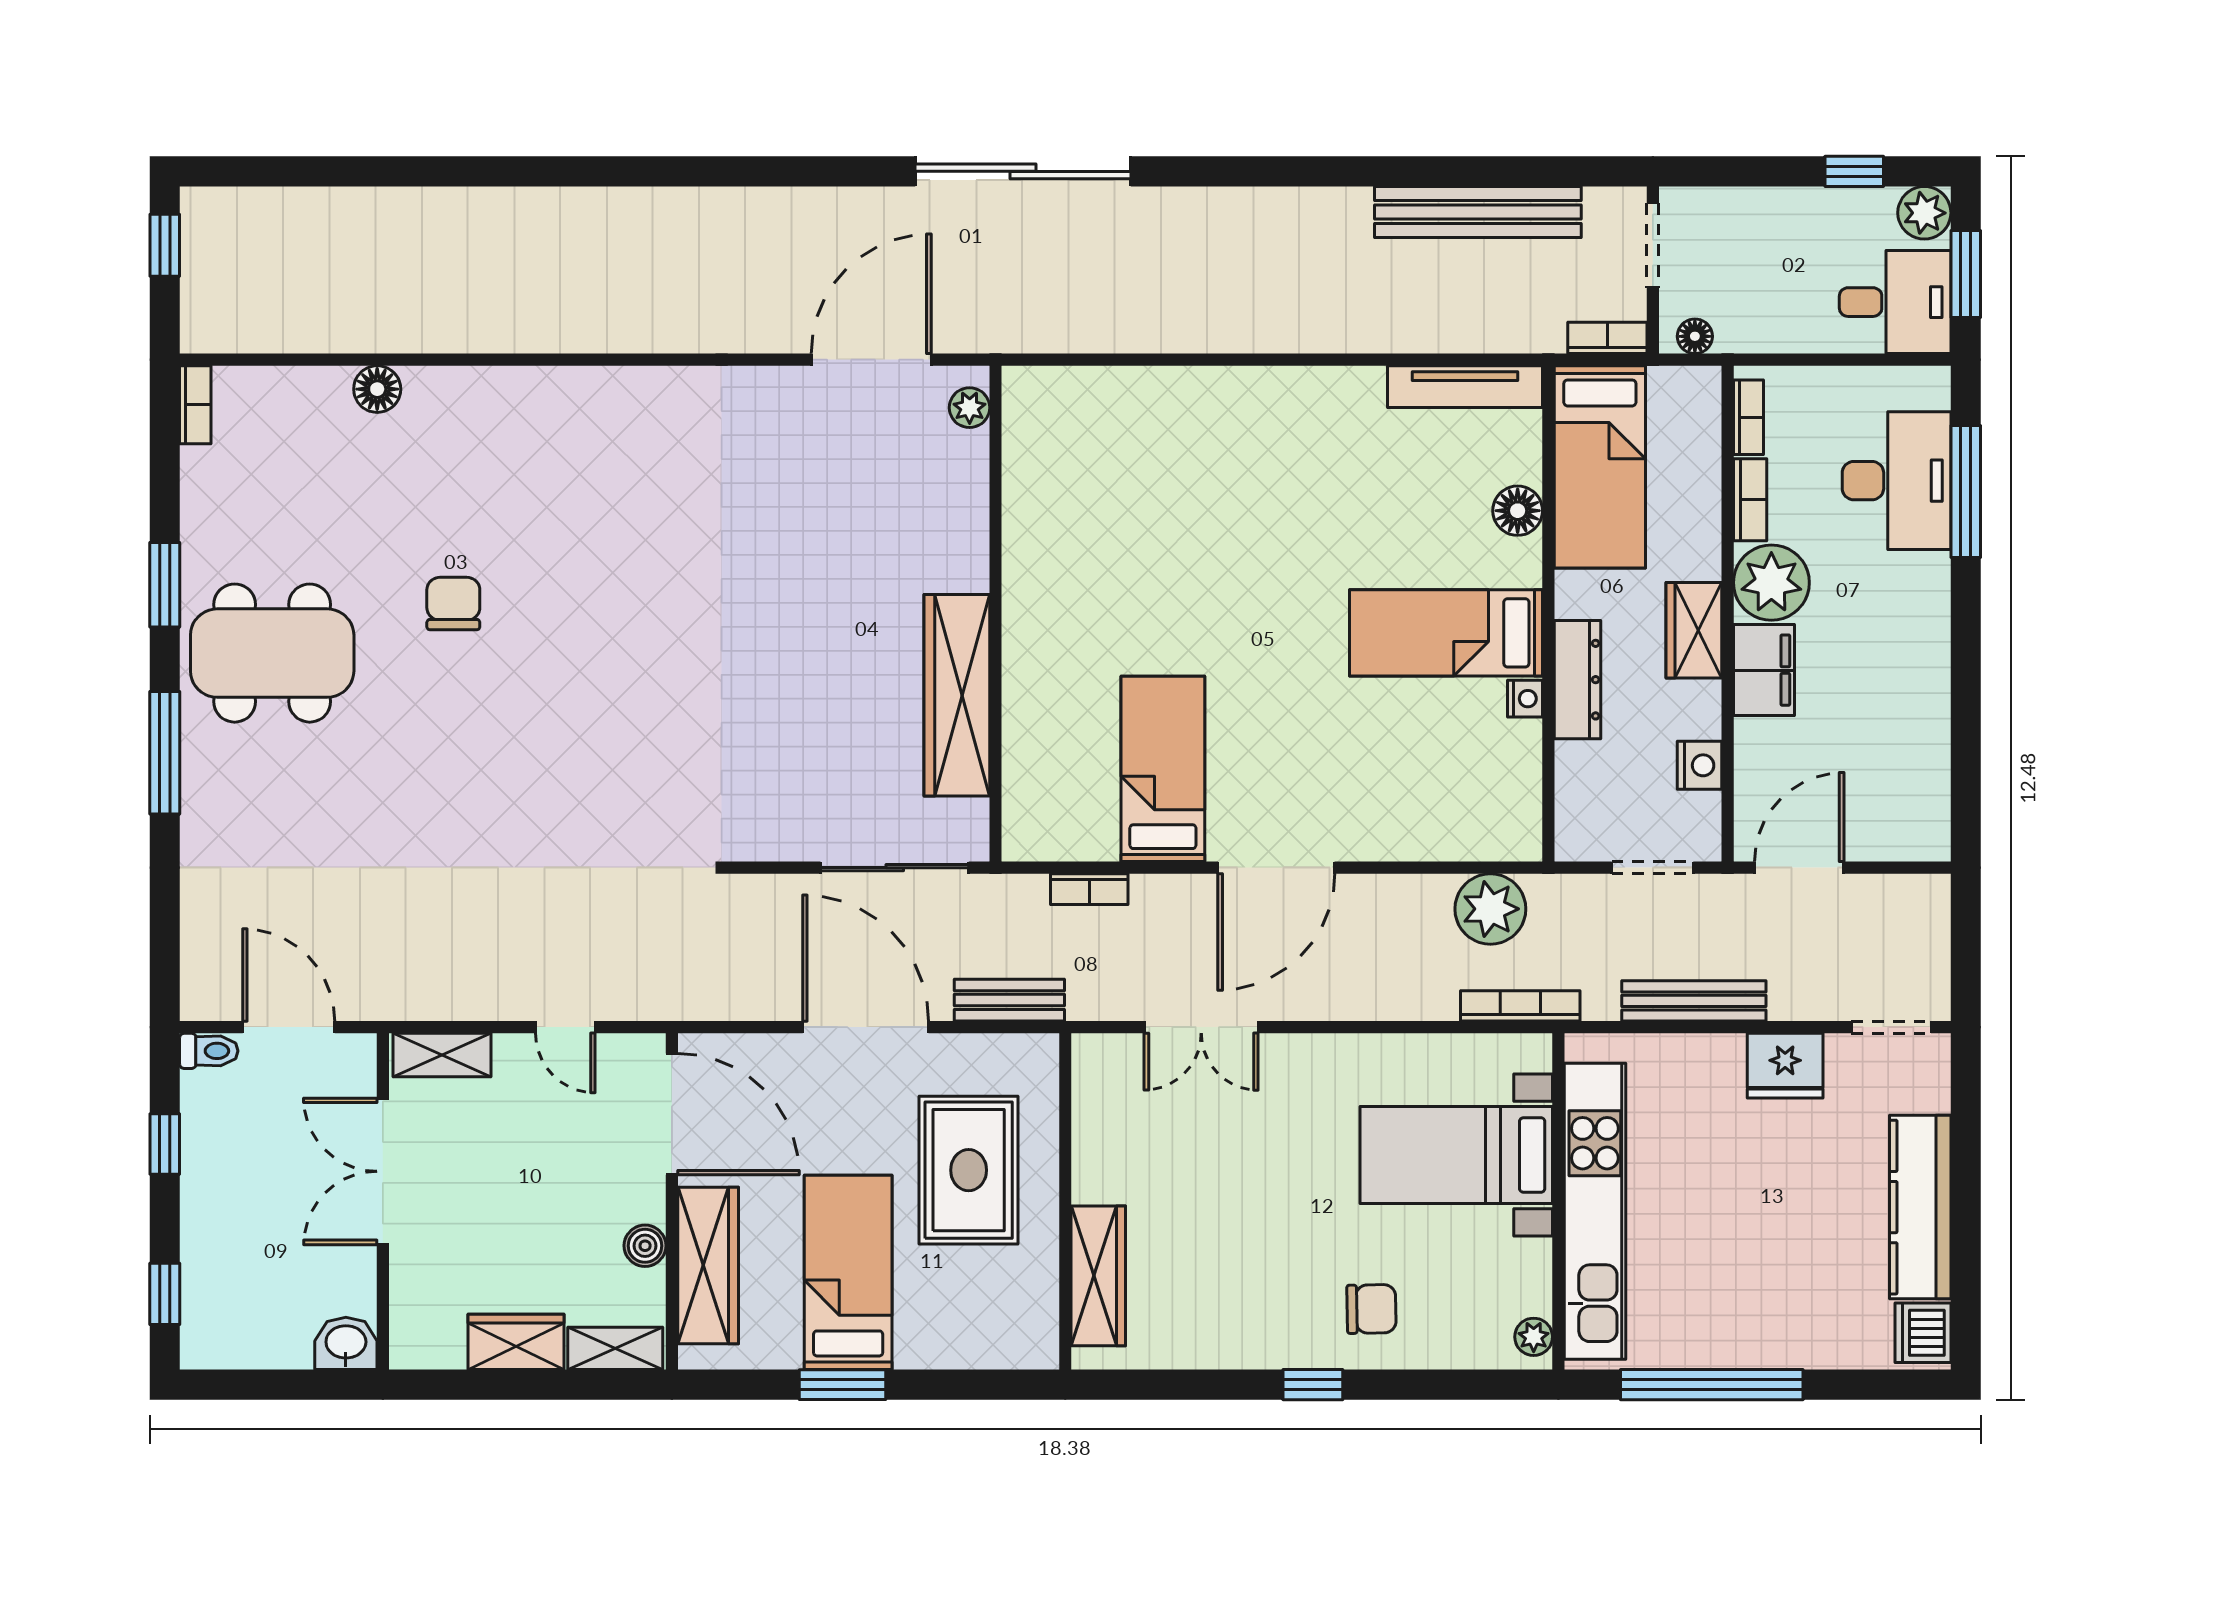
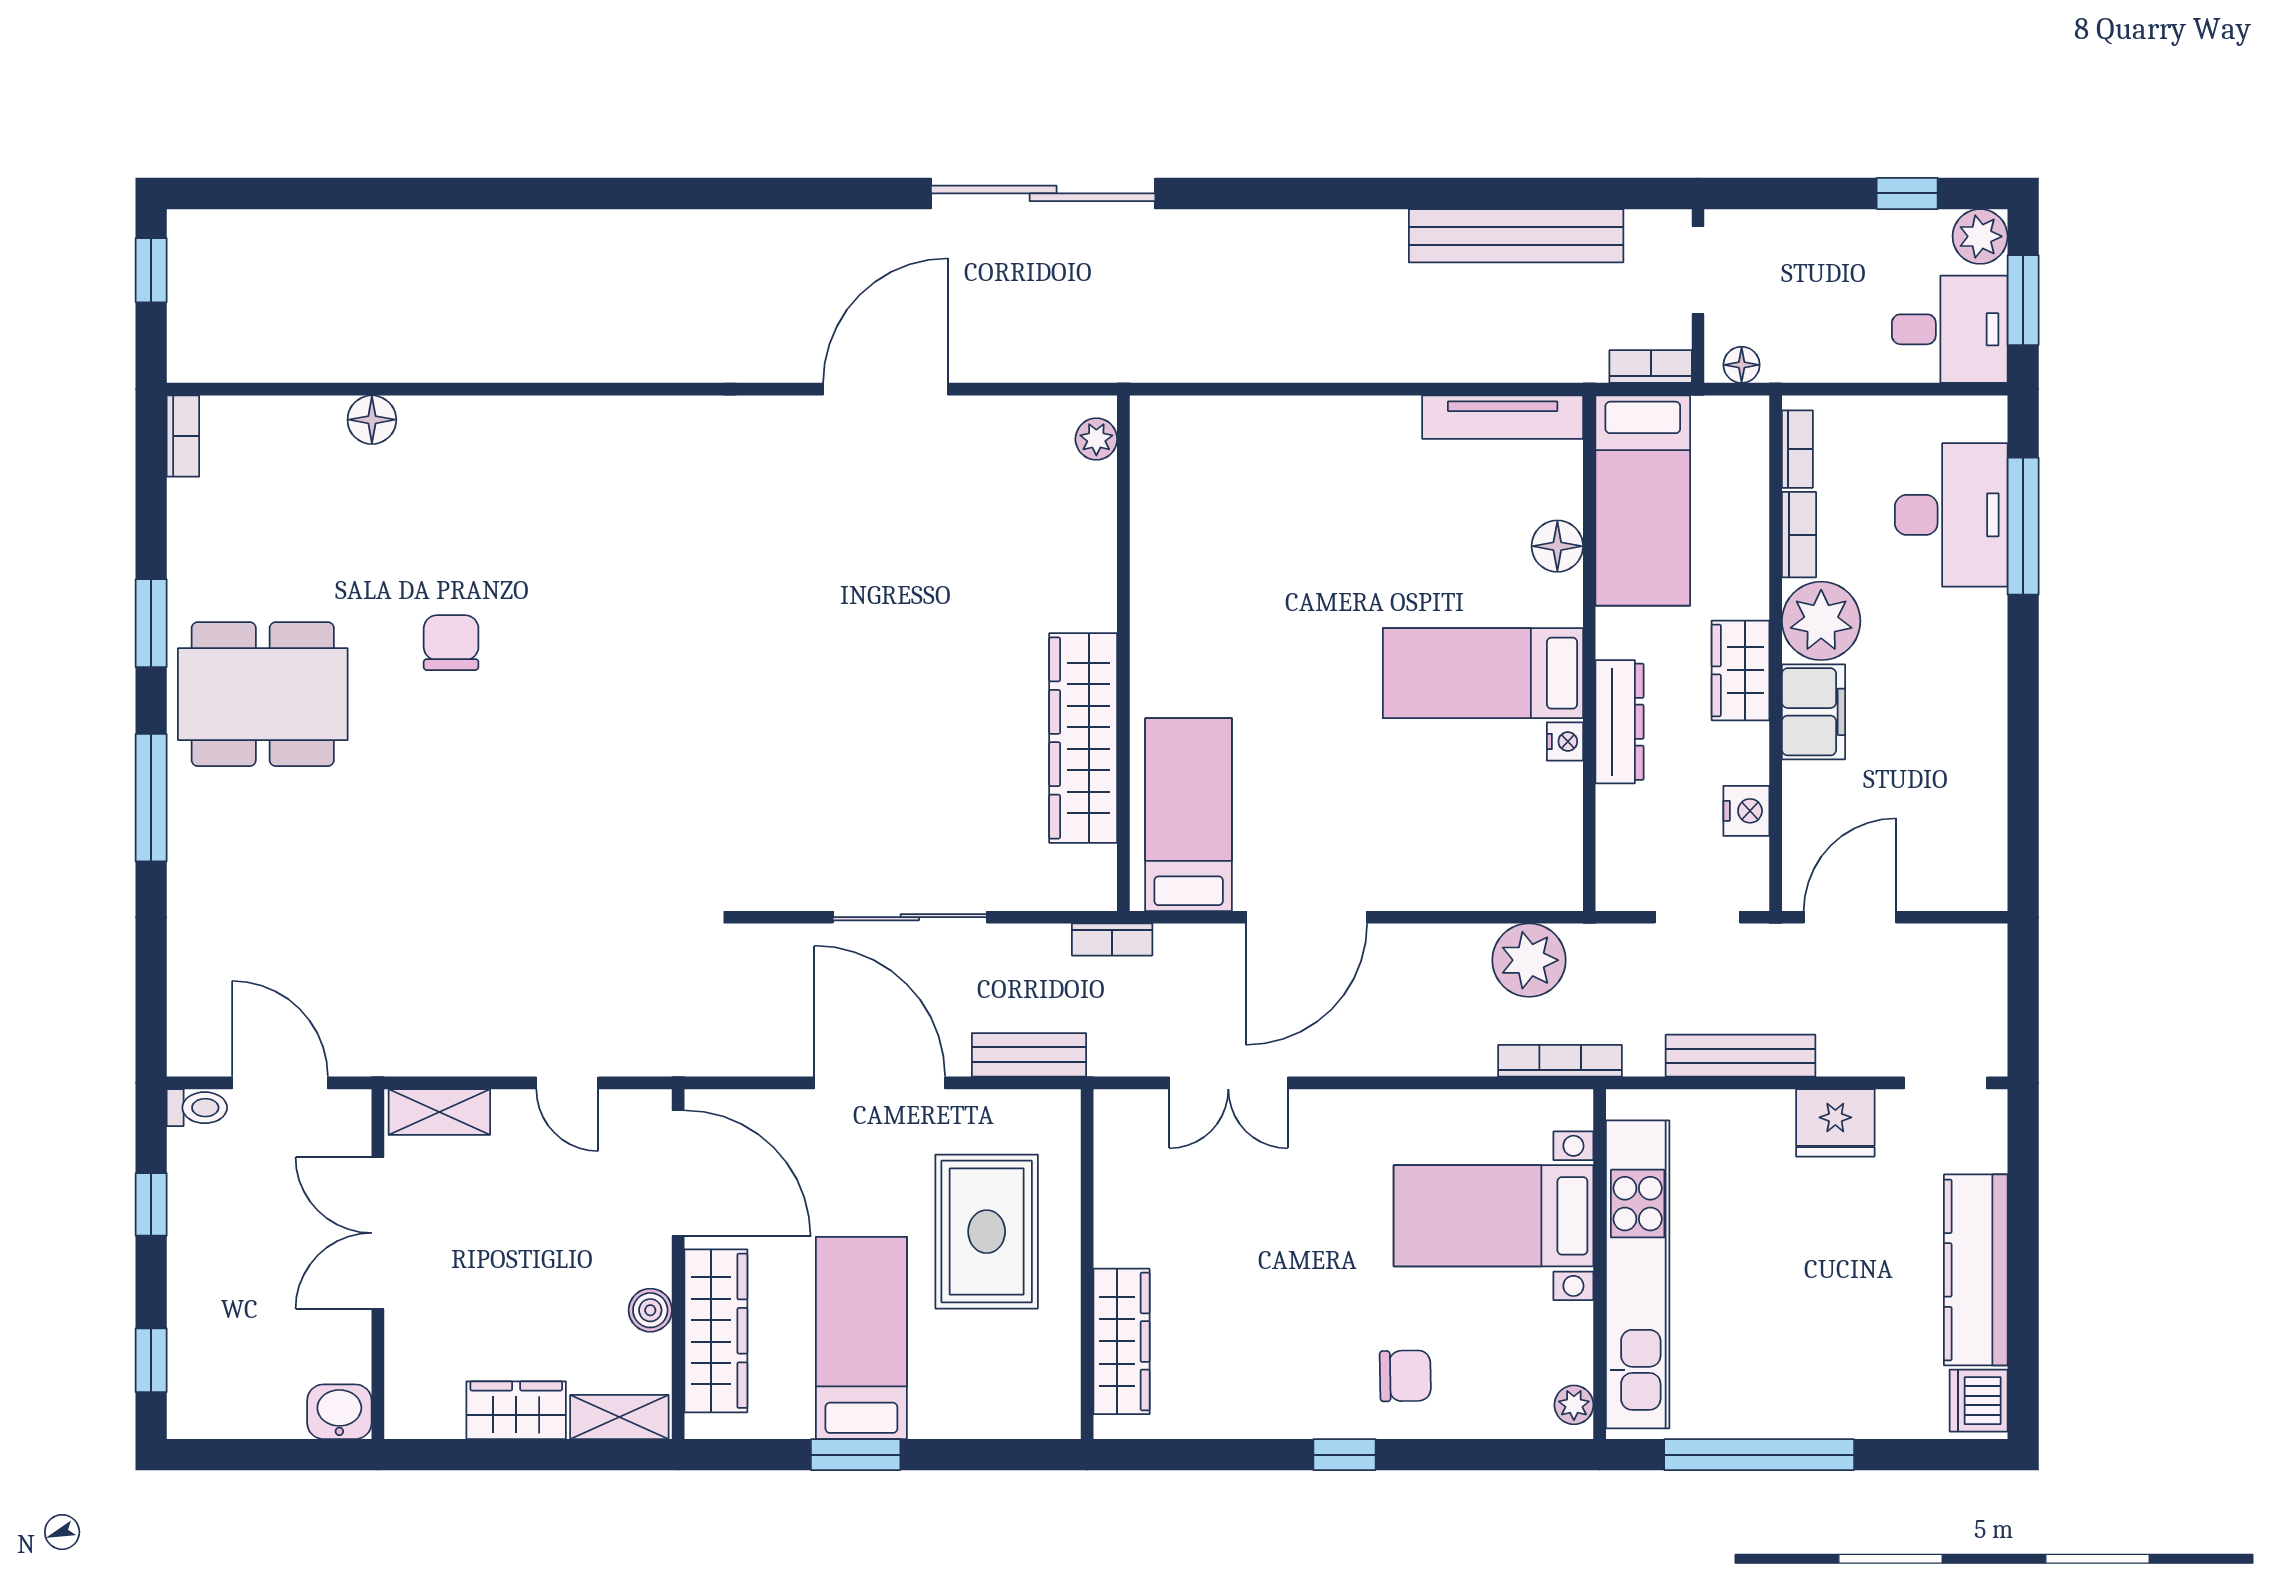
plant: (970, 408) -> (1096, 439), moved
wall: (996, 614) -> (1123, 653), moved
wardrobe: (957, 695) -> (1083, 738), moved

